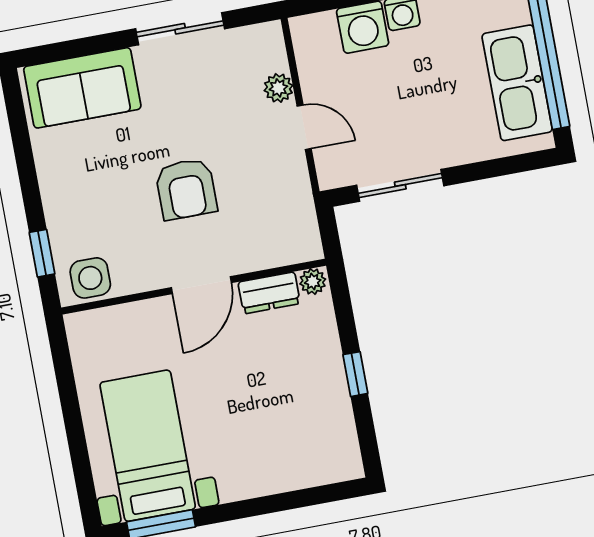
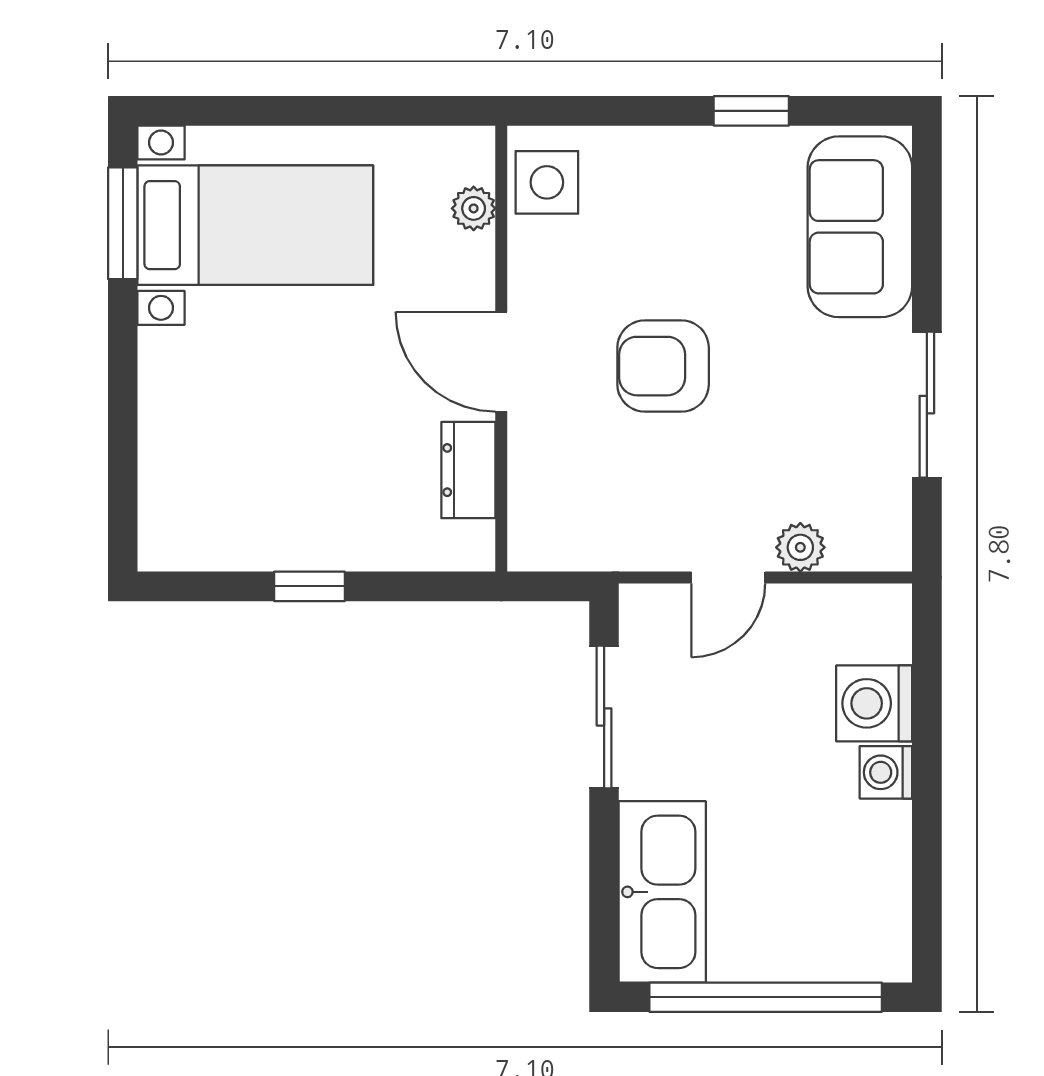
kitchen sink: (517, 83) -> (662, 892), moved, turned 90
window: (42, 253) -> (751, 111), moved
plant: (313, 282) -> (474, 208), moved

